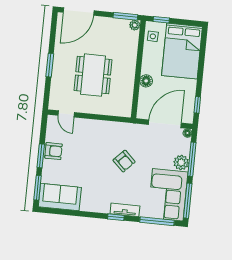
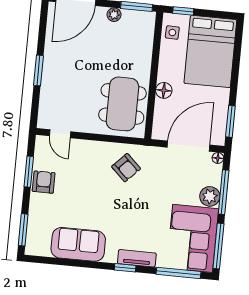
plant: (135, 25) -> (114, 15), moved
dining table: (93, 75) -> (122, 104), moved
window: (197, 105) -> (230, 121), width x1.50
armchair: (53, 151) -> (44, 182), turned -90
window: (41, 156) -> (29, 172), moved
armchair: (124, 161) -> (126, 168), moved
sofa: (60, 197) -> (78, 244), moved

